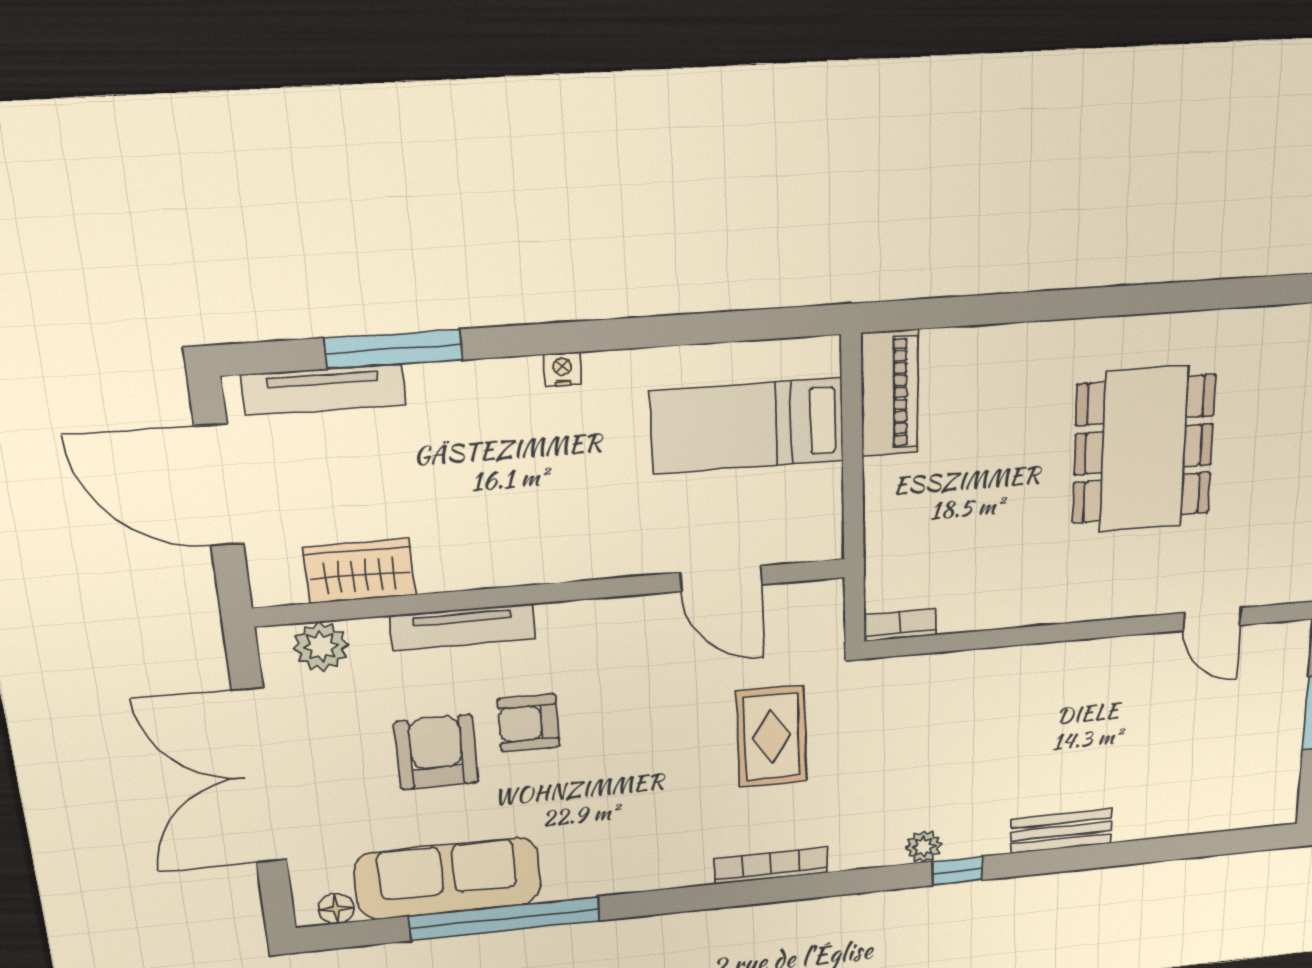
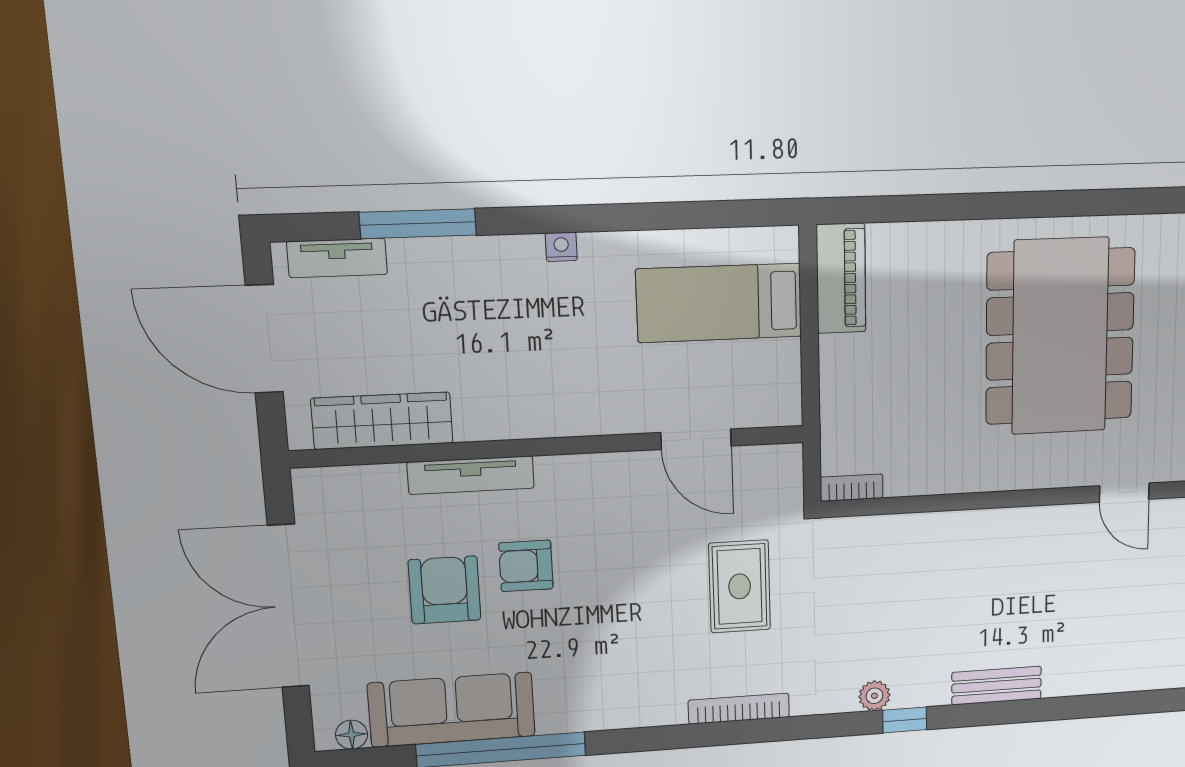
tv unit: (324, 390) -> (337, 258), width x0.71
dining table: (1144, 449) -> (1060, 336), width x1.36, depth x1.24
wardrobe: (359, 571) -> (382, 421), width x1.50
plant: (321, 647) -> (347, 488), removed

